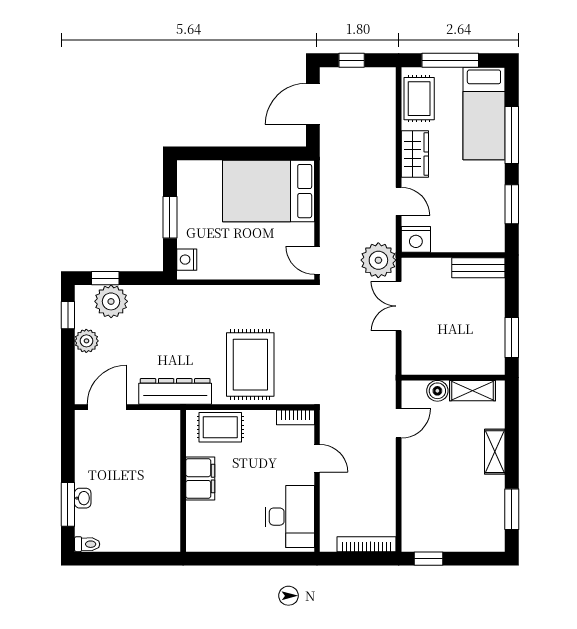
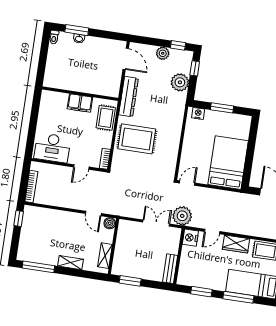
plant: (111, 301) -> (180, 82), moved
boiler: (437, 391) -> (110, 223), moved
window: (512, 509) -> (38, 267), width x1.44

